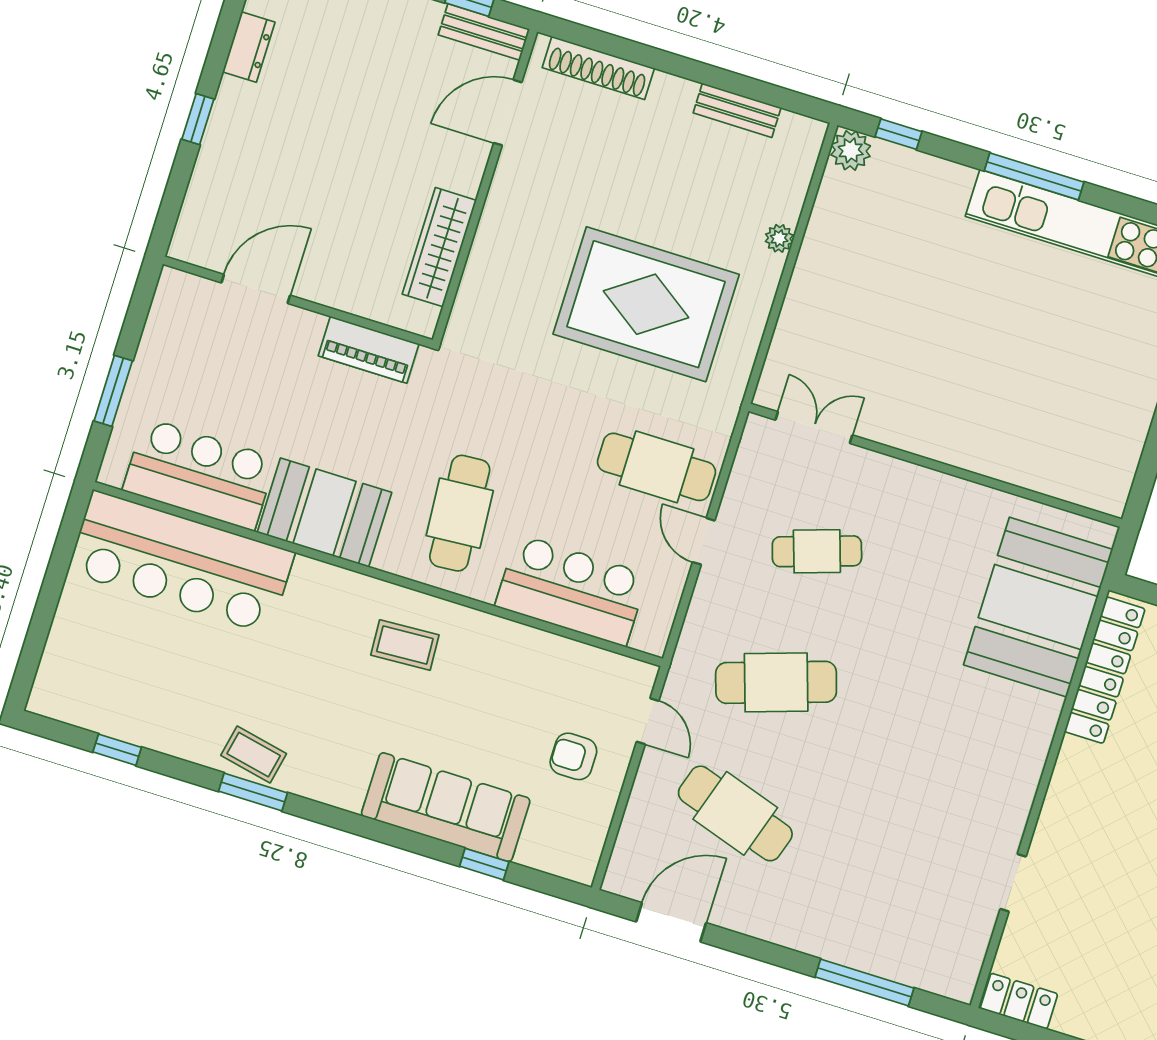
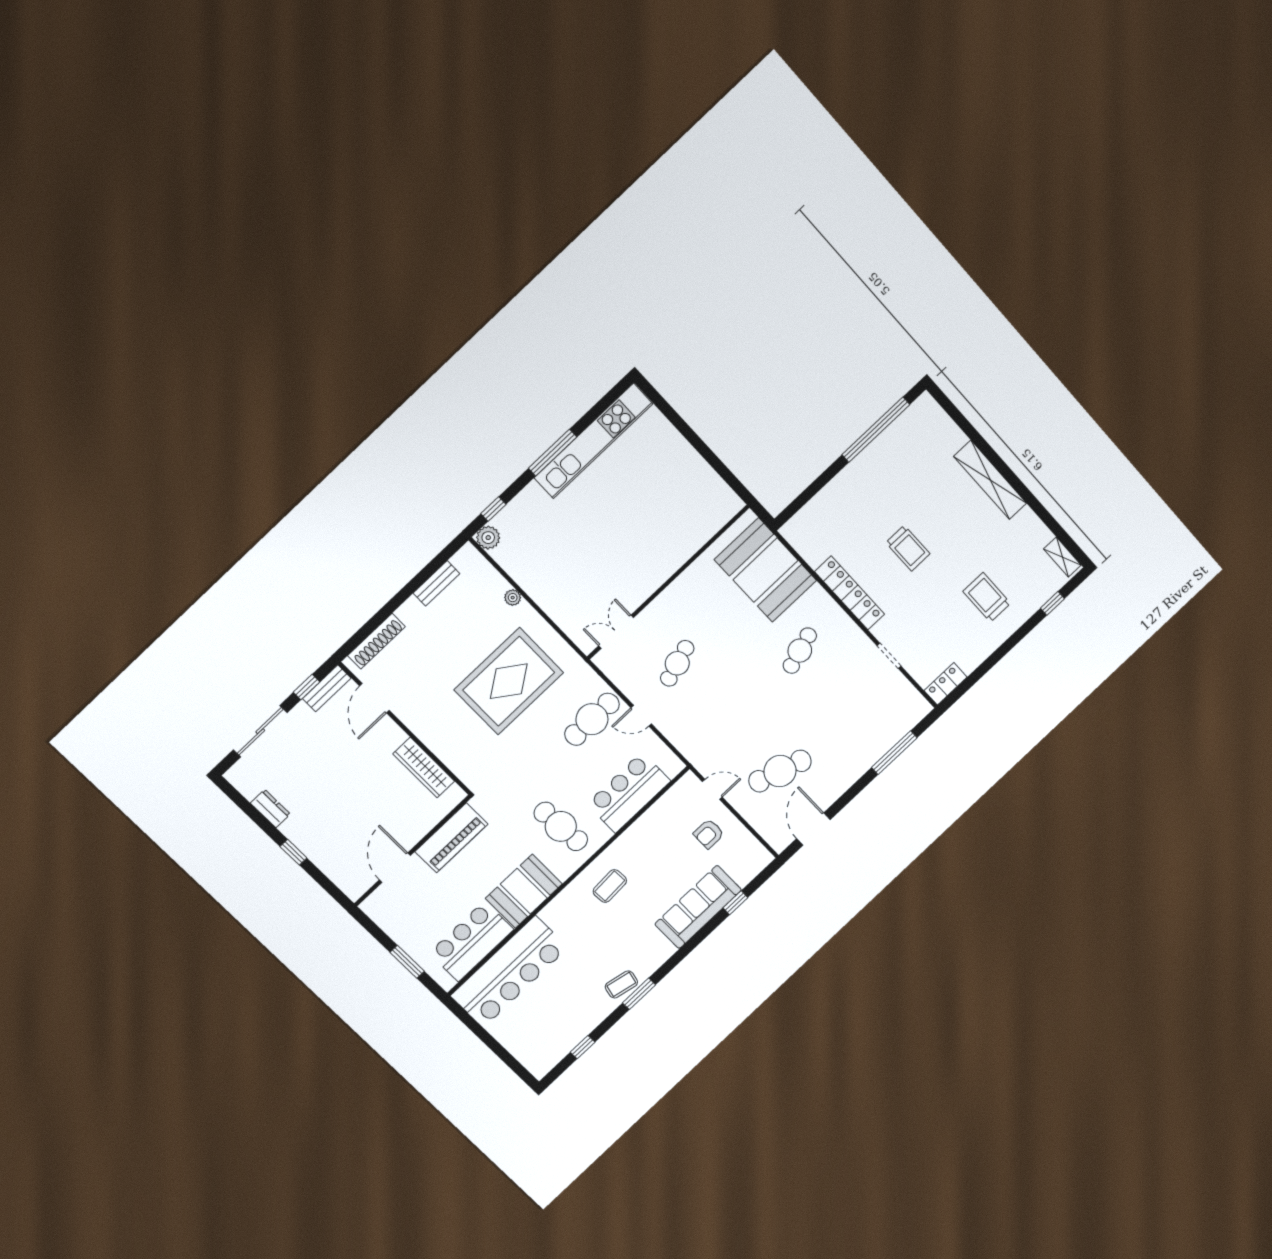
piano: (369, 350) -> (451, 838), width x1.37, depth x1.33
locker: (1105, 670) -> (850, 593), moved
cafe table: (776, 682) -> (800, 651), moved, width x0.73, depth x0.74

